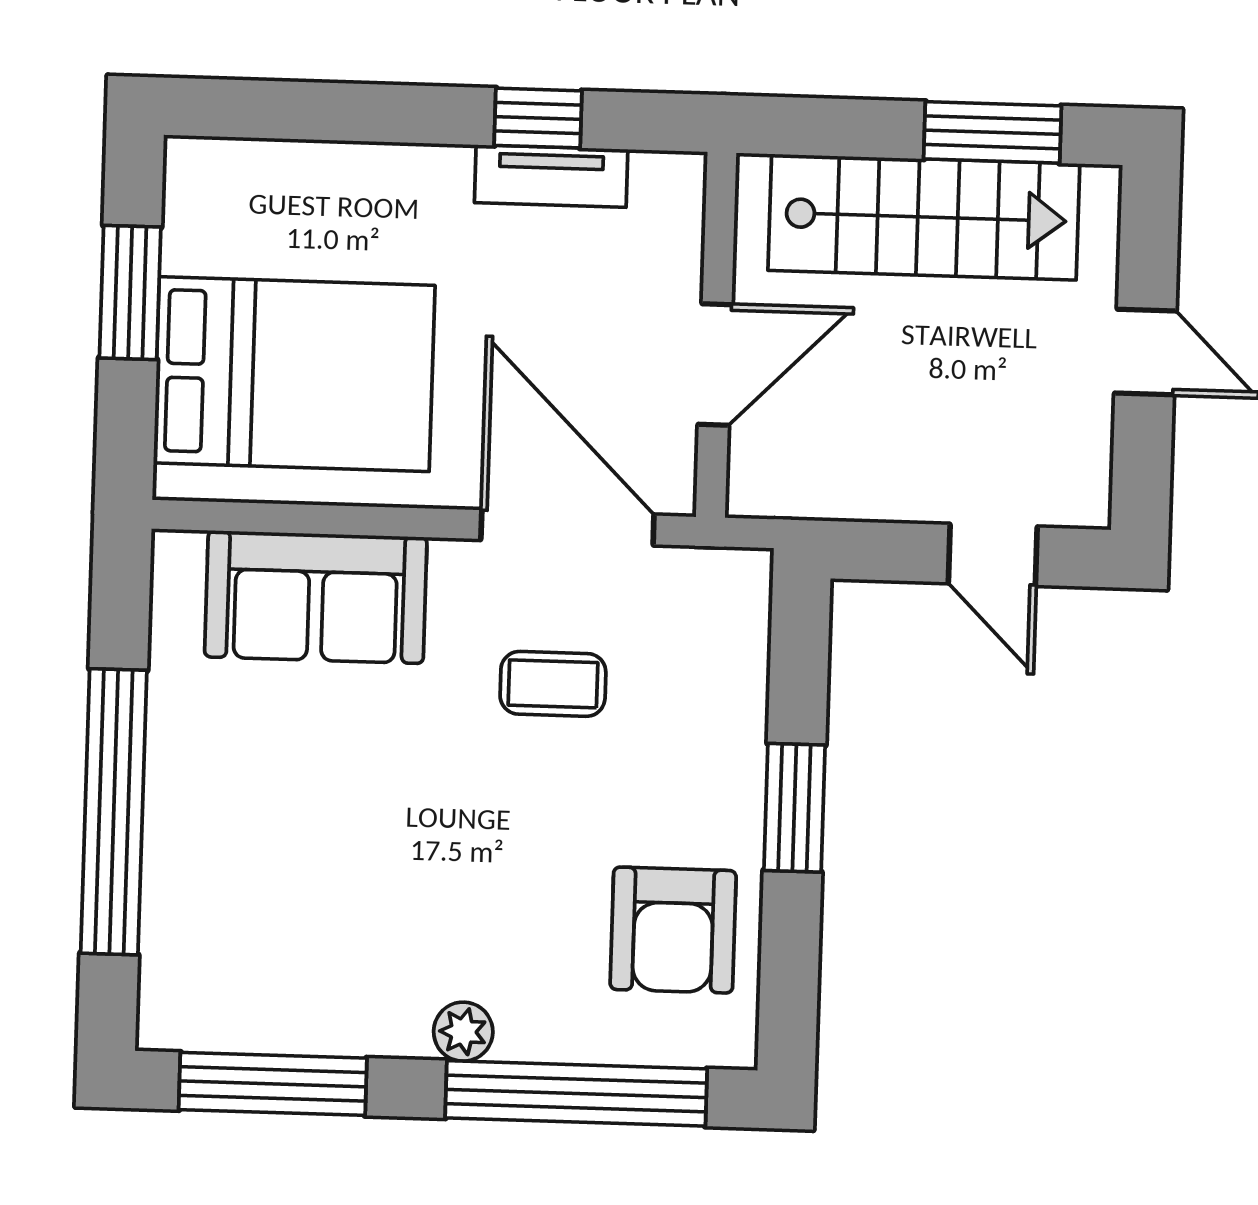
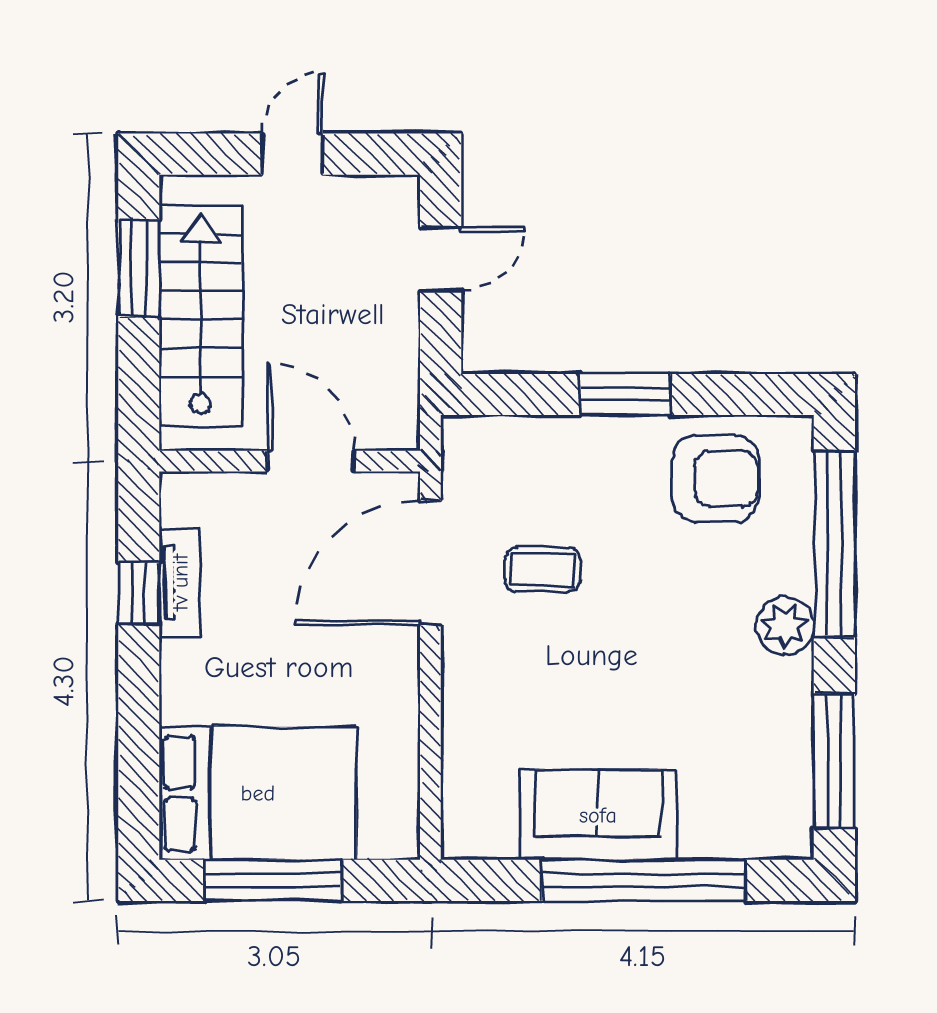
window: (130, 293) -> (273, 880), width x1.44
bed: (294, 374) -> (258, 793), moved, turned 90
sofa: (316, 597) -> (598, 815), moved, turned -90
coffee table: (553, 684) -> (542, 570), turned 90
plant: (463, 1032) -> (785, 626), width x1.38, depth x1.38

